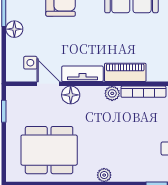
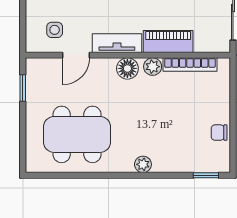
door: (48, 84) -> (76, 55), swing flipped
floor lamp: (71, 95) -> (127, 68), moved

